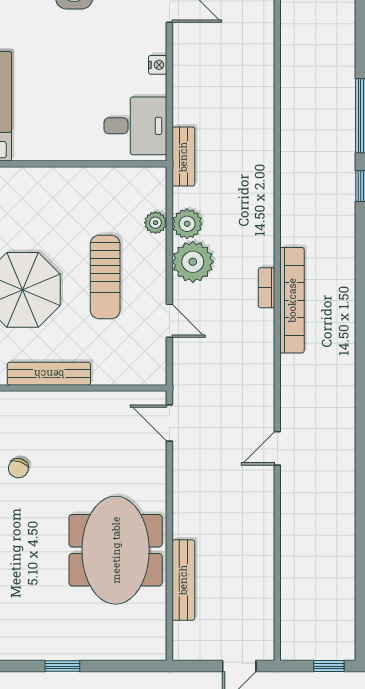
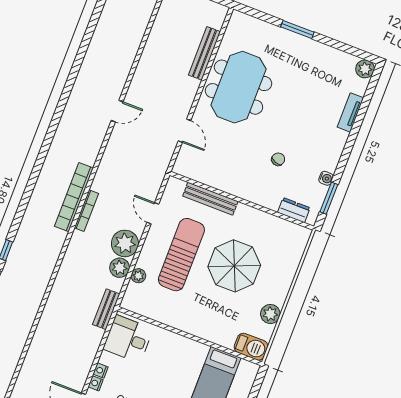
nightstand: (158, 44) -> (96, 383), added
sun lounger: (105, 277) -> (181, 255), width x1.36, depth x1.34
bookcase: (267, 288) -> (86, 211), width x1.56
bench: (49, 374) -> (210, 199), moved
door: (169, 423) -> (184, 131), moved
window: (62, 666) -> (297, 29), width x1.50

